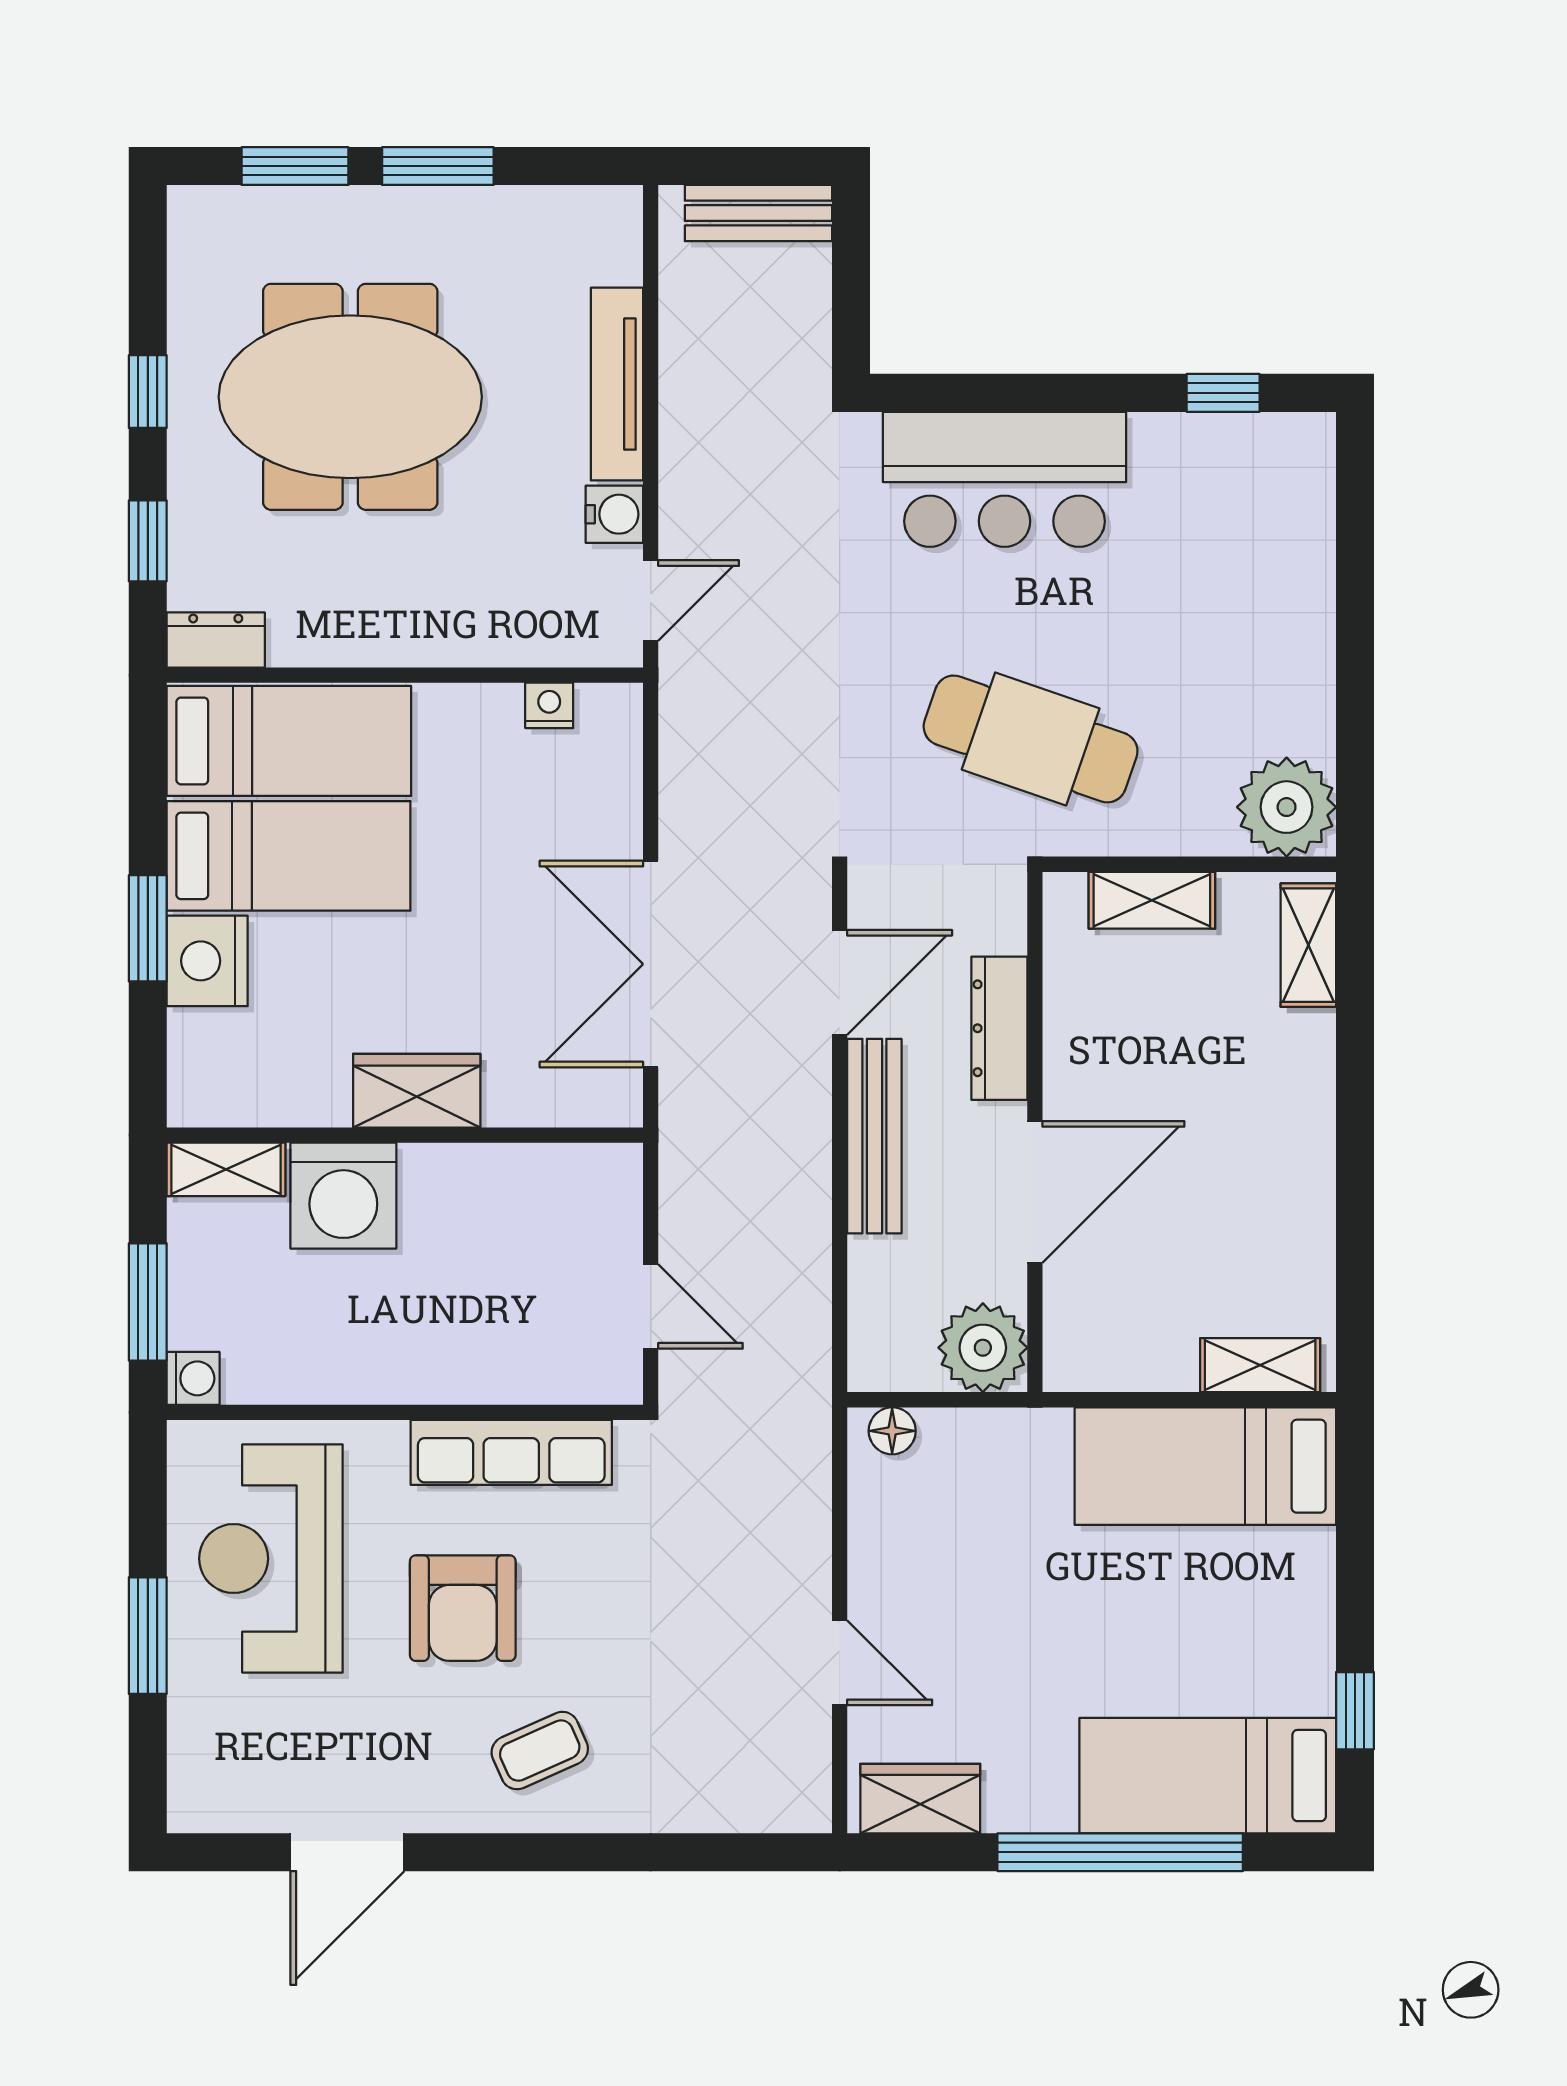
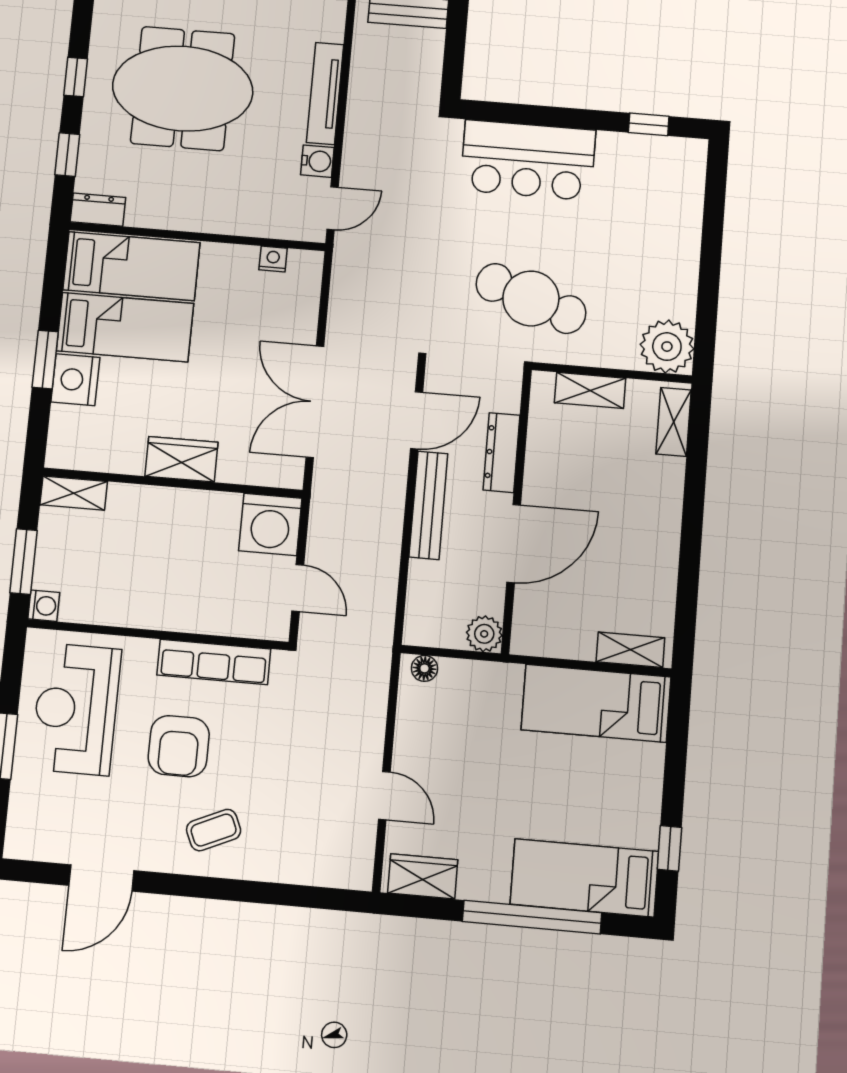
washing machine: (343, 1196) -> (270, 524), moved
plant: (983, 1348) -> (484, 634), width x0.73, depth x0.73

